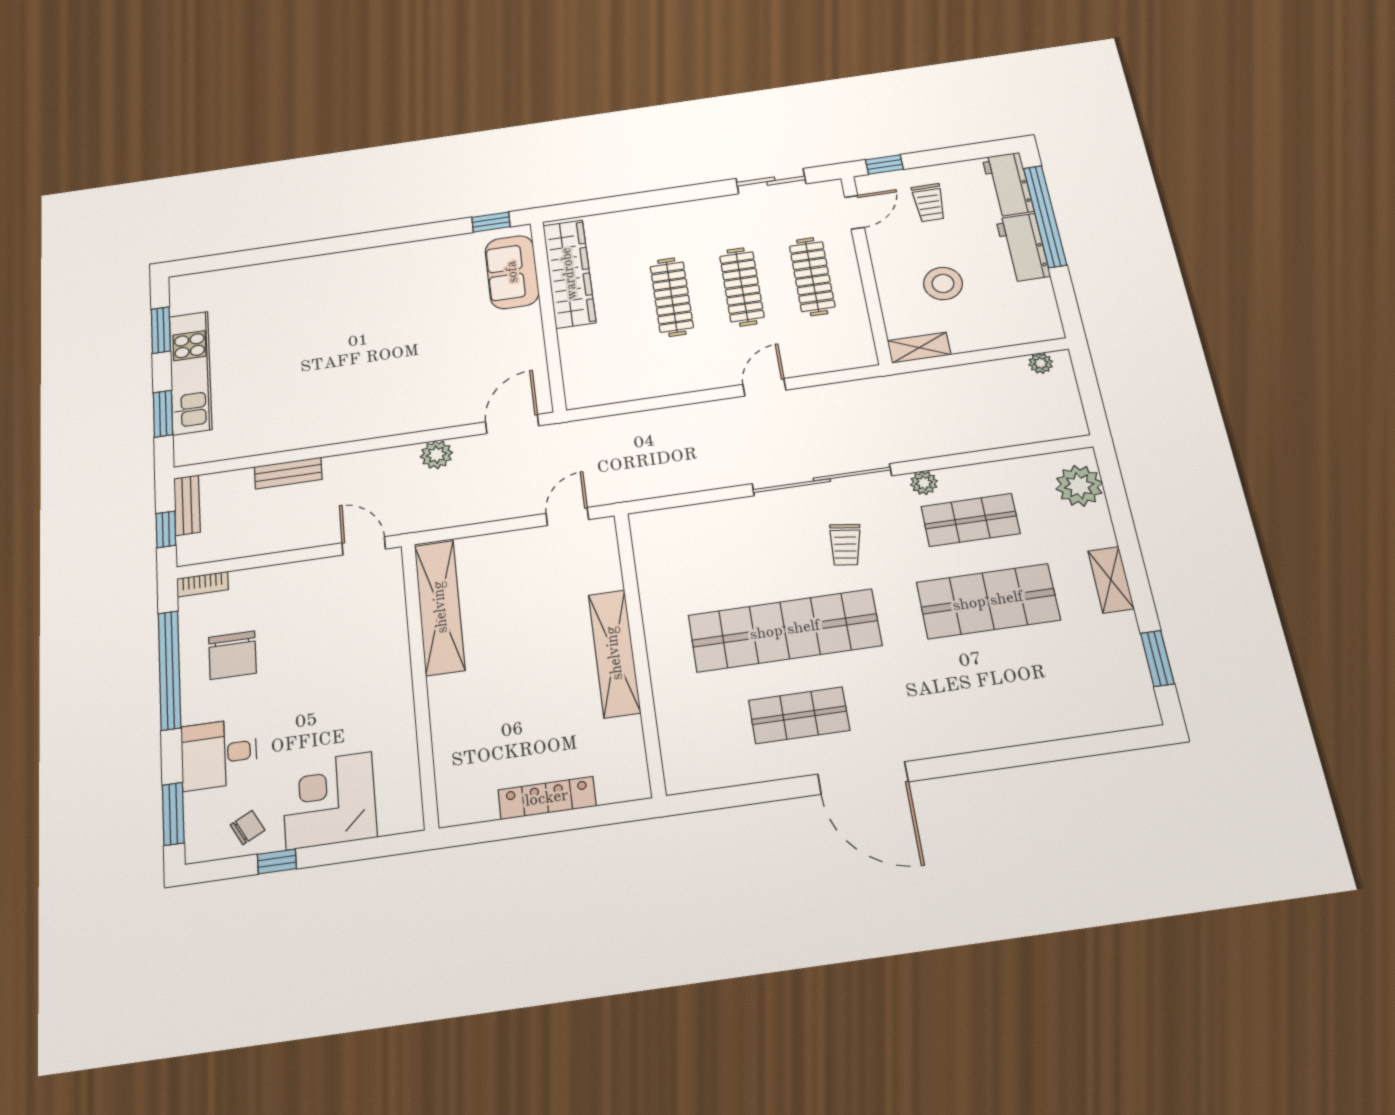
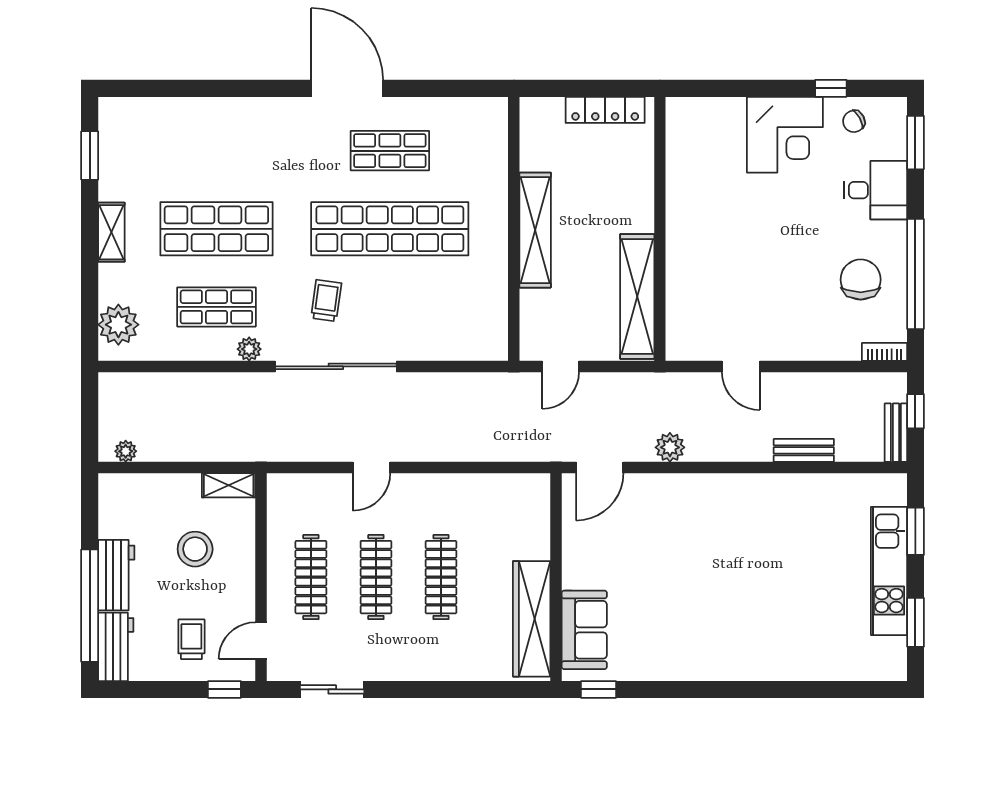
shelving: (440, 607) -> (637, 296), moved
wall: (420, 683) -> (660, 229), moved

